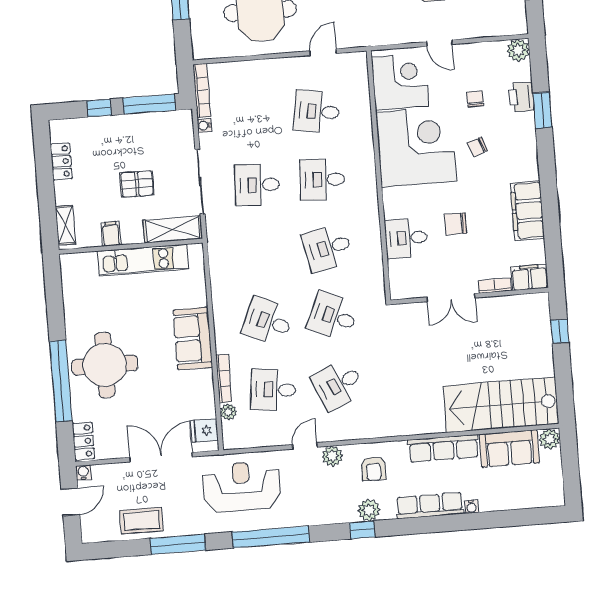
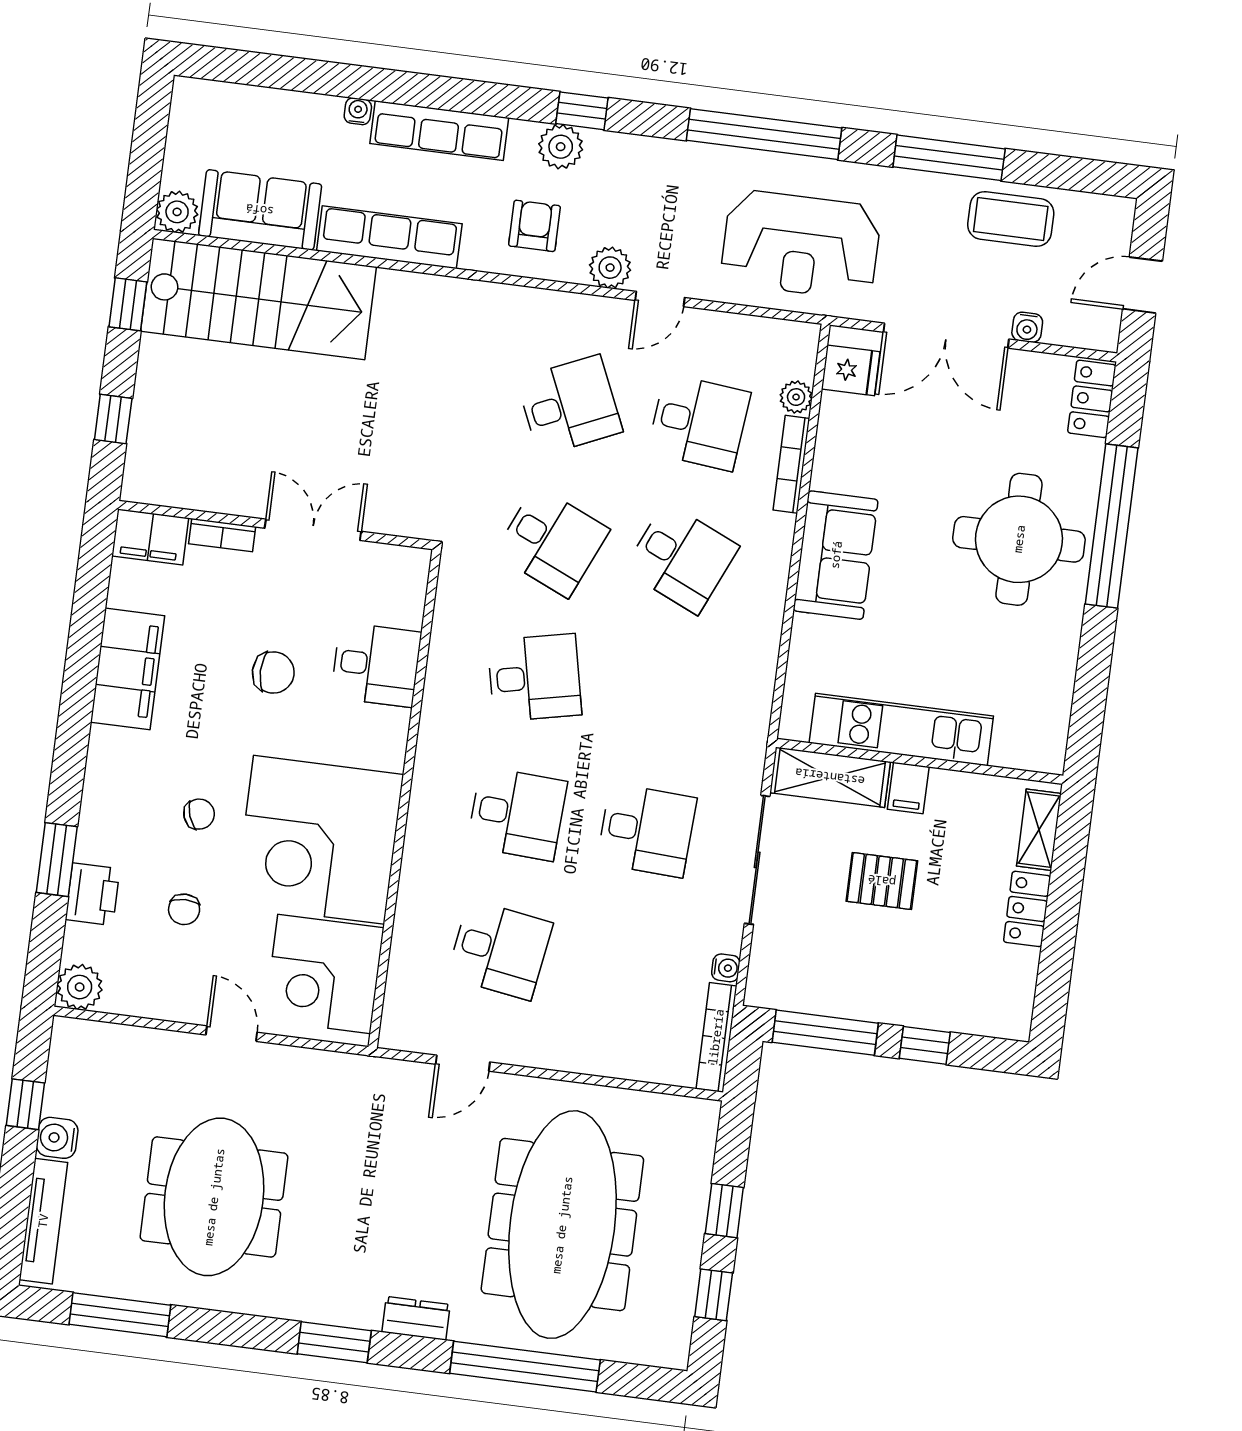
locker: (61, 161) -> (1027, 909), moved
filing cabinet: (111, 234) -> (908, 788), moved
window: (564, 389) -> (128, 304), added
water cooler: (83, 473) -> (1027, 327), moved

